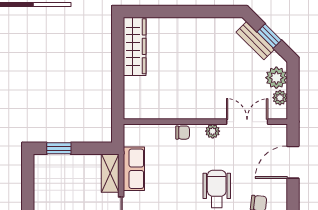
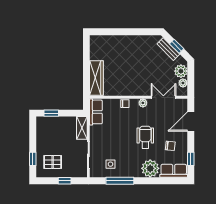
wardrobe: (135, 46) -> (96, 78), moved
row of seats: (134, 169) -> (96, 112), moved

